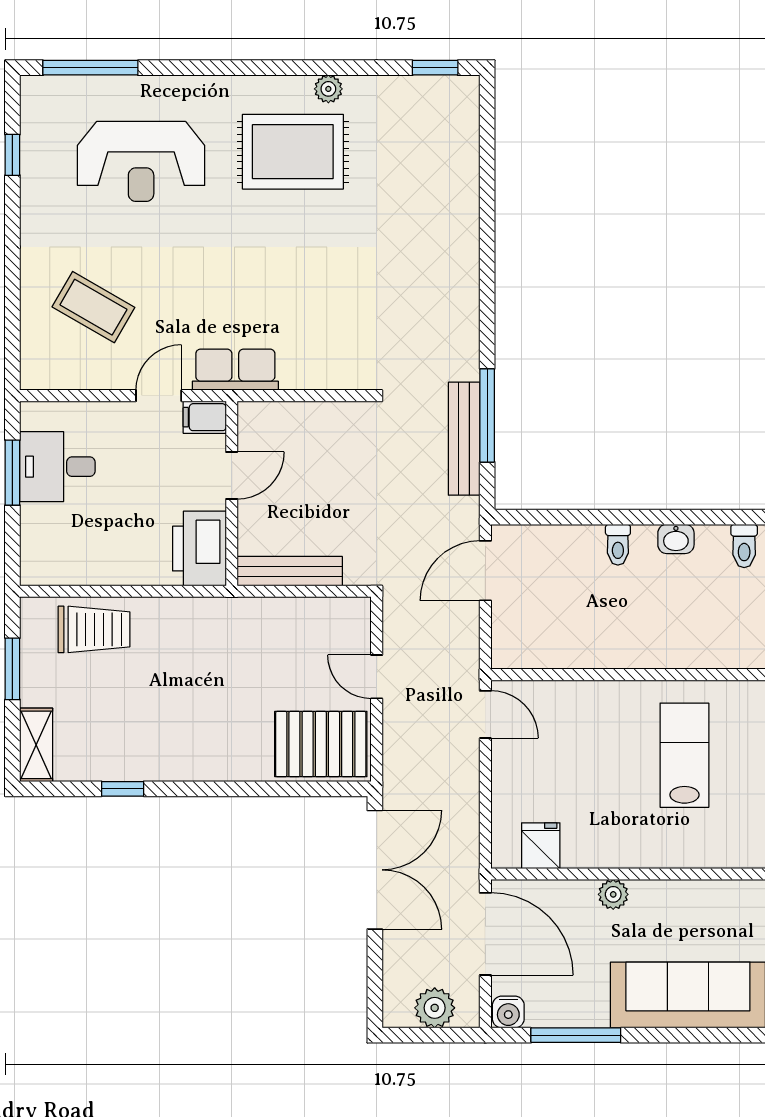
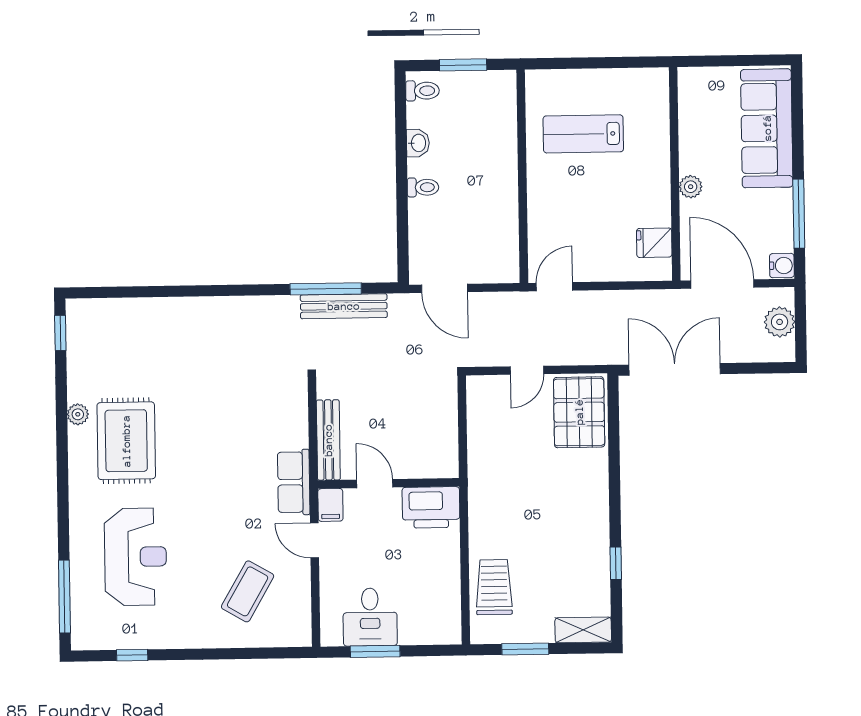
bench: (290, 571) -> (328, 440), moved
door: (485, 934) -> (722, 284), hinge flipped

